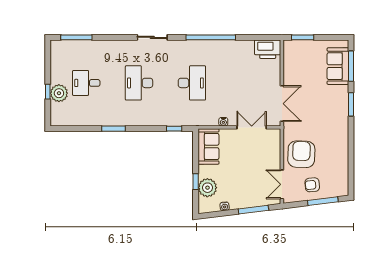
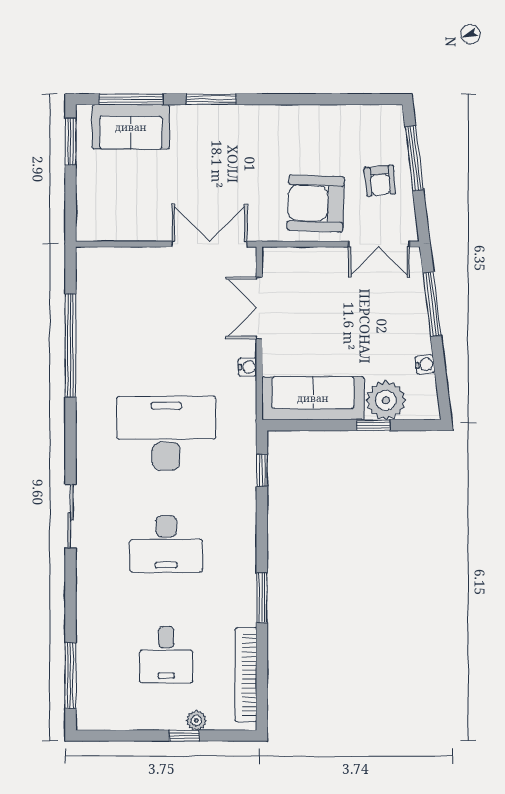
window: (211, 37) -> (71, 345), moved
window: (303, 37) -> (71, 142), moved
printer: (268, 49) -> (95, 274), removed
desk: (192, 83) -> (166, 433), width x1.36, depth x1.30
plant: (59, 93) -> (196, 721), width x0.53, depth x0.53
bookcase: (77, 121) -> (246, 675), added
sofa: (208, 146) -> (313, 398), width x1.36

